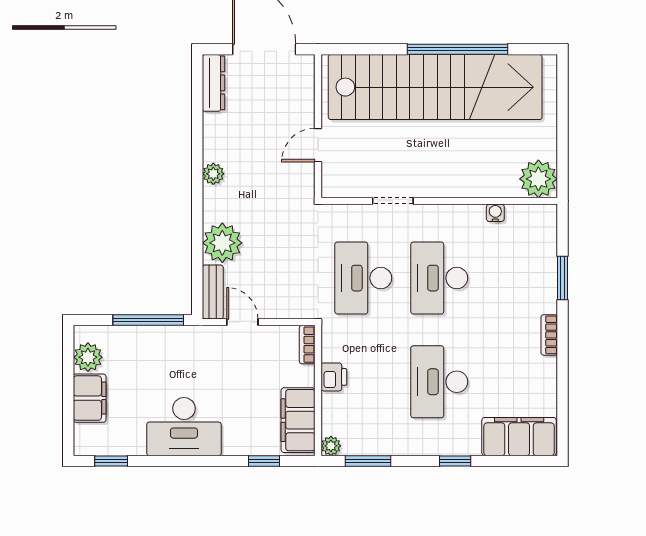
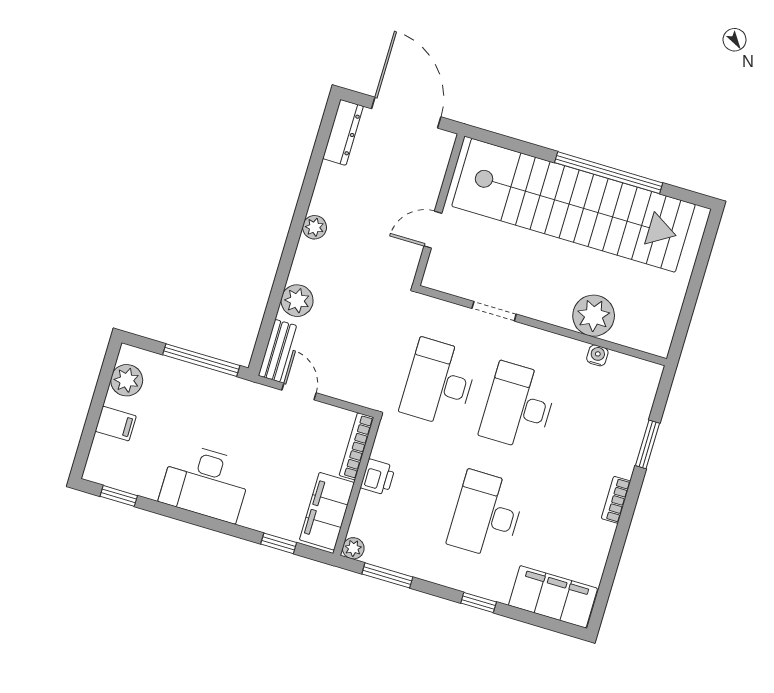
plant: (538, 179) -> (594, 316), moved
plant: (222, 243) -> (297, 301), width x0.73, depth x0.73
bookcase: (307, 345) -> (356, 446), width x1.56
filing cabinet: (90, 398) -> (116, 424), width x0.50

